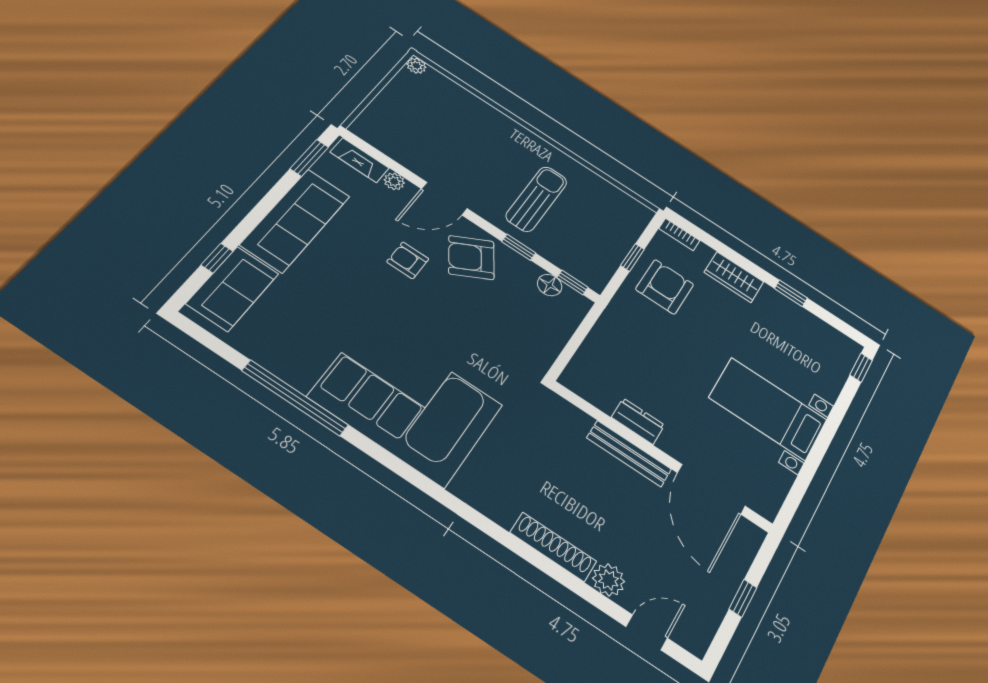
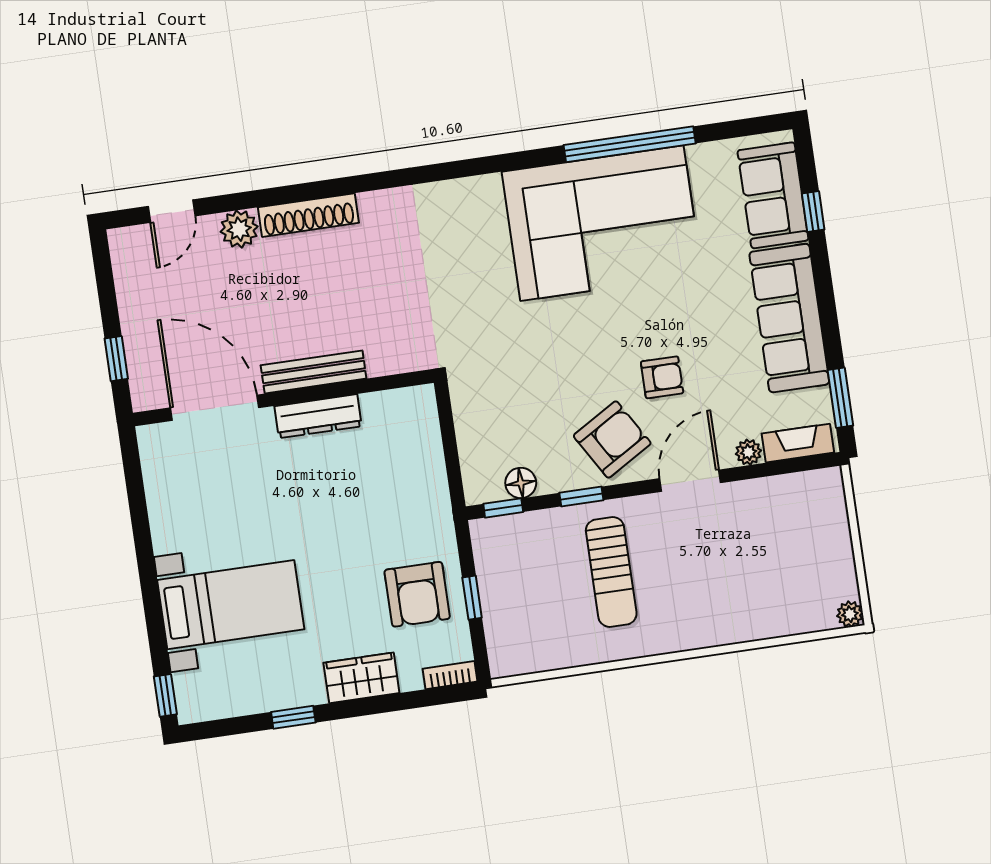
corner sofa: (406, 401) -> (602, 223), moved
bed with nightstands: (768, 409) -> (231, 605), moved
dresser: (638, 421) -> (318, 416), width x1.44
window: (743, 598) -> (116, 359), moved

